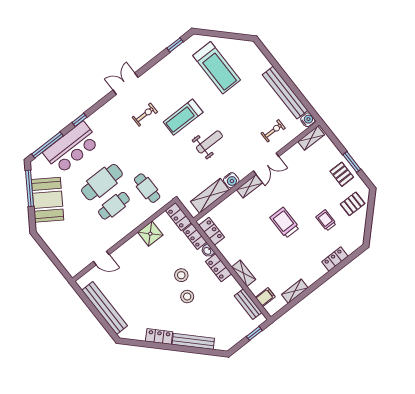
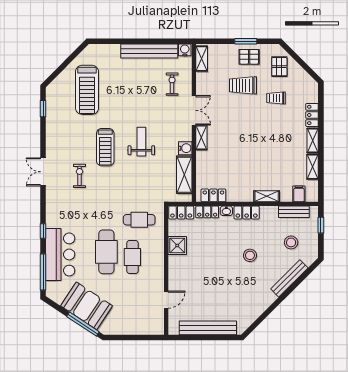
treadmill: (217, 68) -> (87, 90), turned 90
window: (29, 188) -> (83, 324), moved
trolley: (285, 223) -> (243, 85), moved
stool: (181, 275) -> (291, 242), moved
shelving: (315, 275) -> (313, 141), added
locker: (159, 337) -> (264, 302), removed

